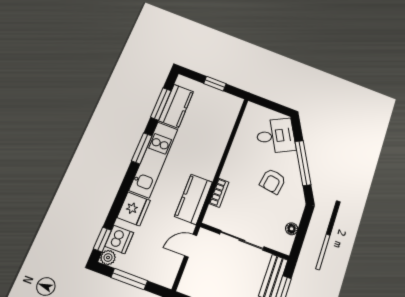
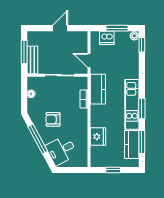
armchair: (273, 181) -> (53, 119), turned -99
fridge: (134, 209) -> (98, 137), moved, turned 180
dishwasher: (119, 239) -> (107, 38), moved, turned -90
door: (191, 246) -> (89, 60), swing flipped

